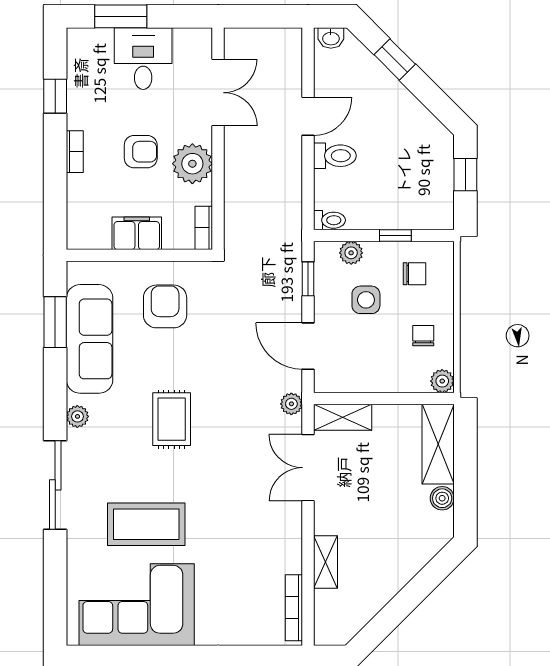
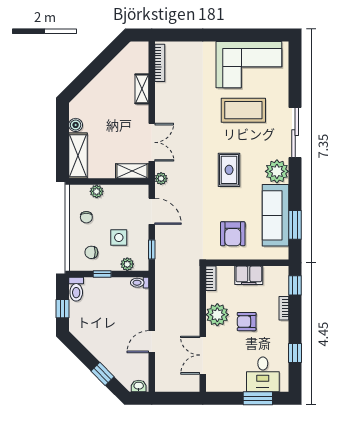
desk: (143, 59) -> (263, 374), moved
bookcase: (75, 152) -> (284, 308), moved
toilet: (335, 156) -> (76, 289), moved, turned -90
window: (55, 215) -> (295, 285), added
plant: (442, 381) -> (97, 191), moved
plant: (77, 416) -> (277, 171), width x1.87, depth x1.87

